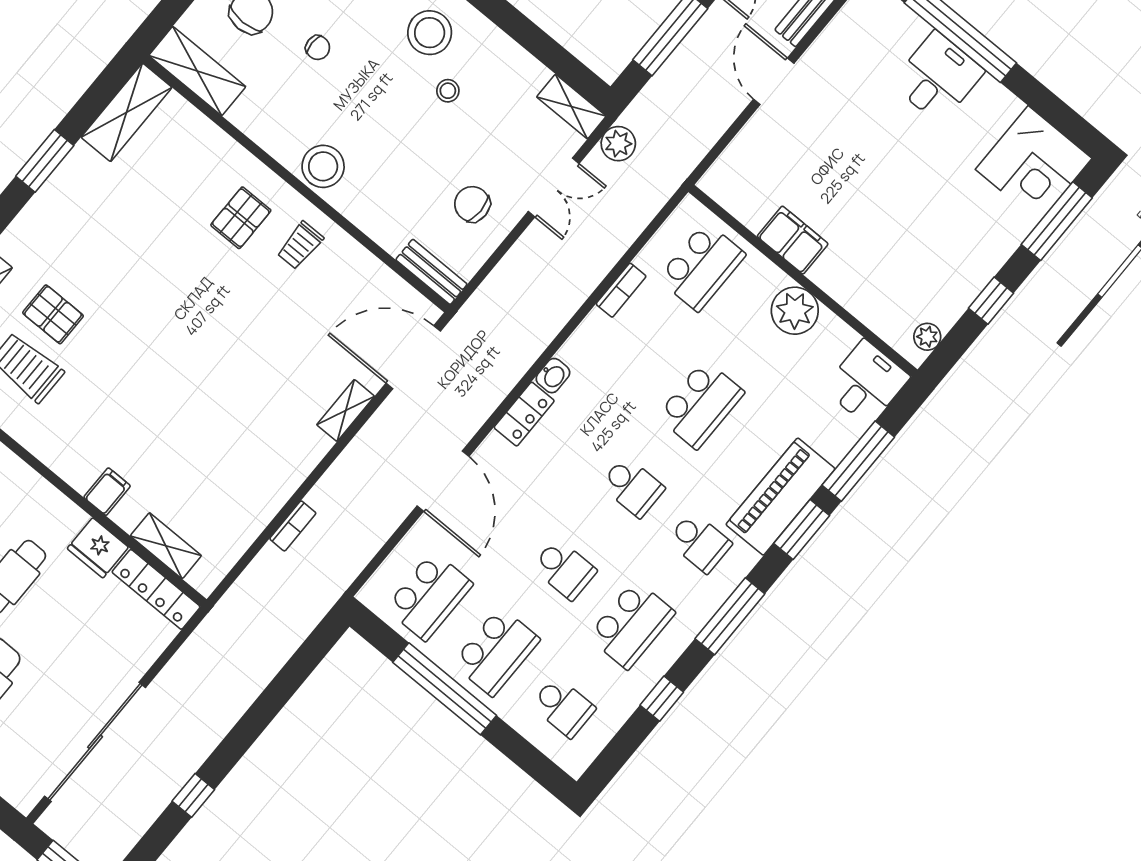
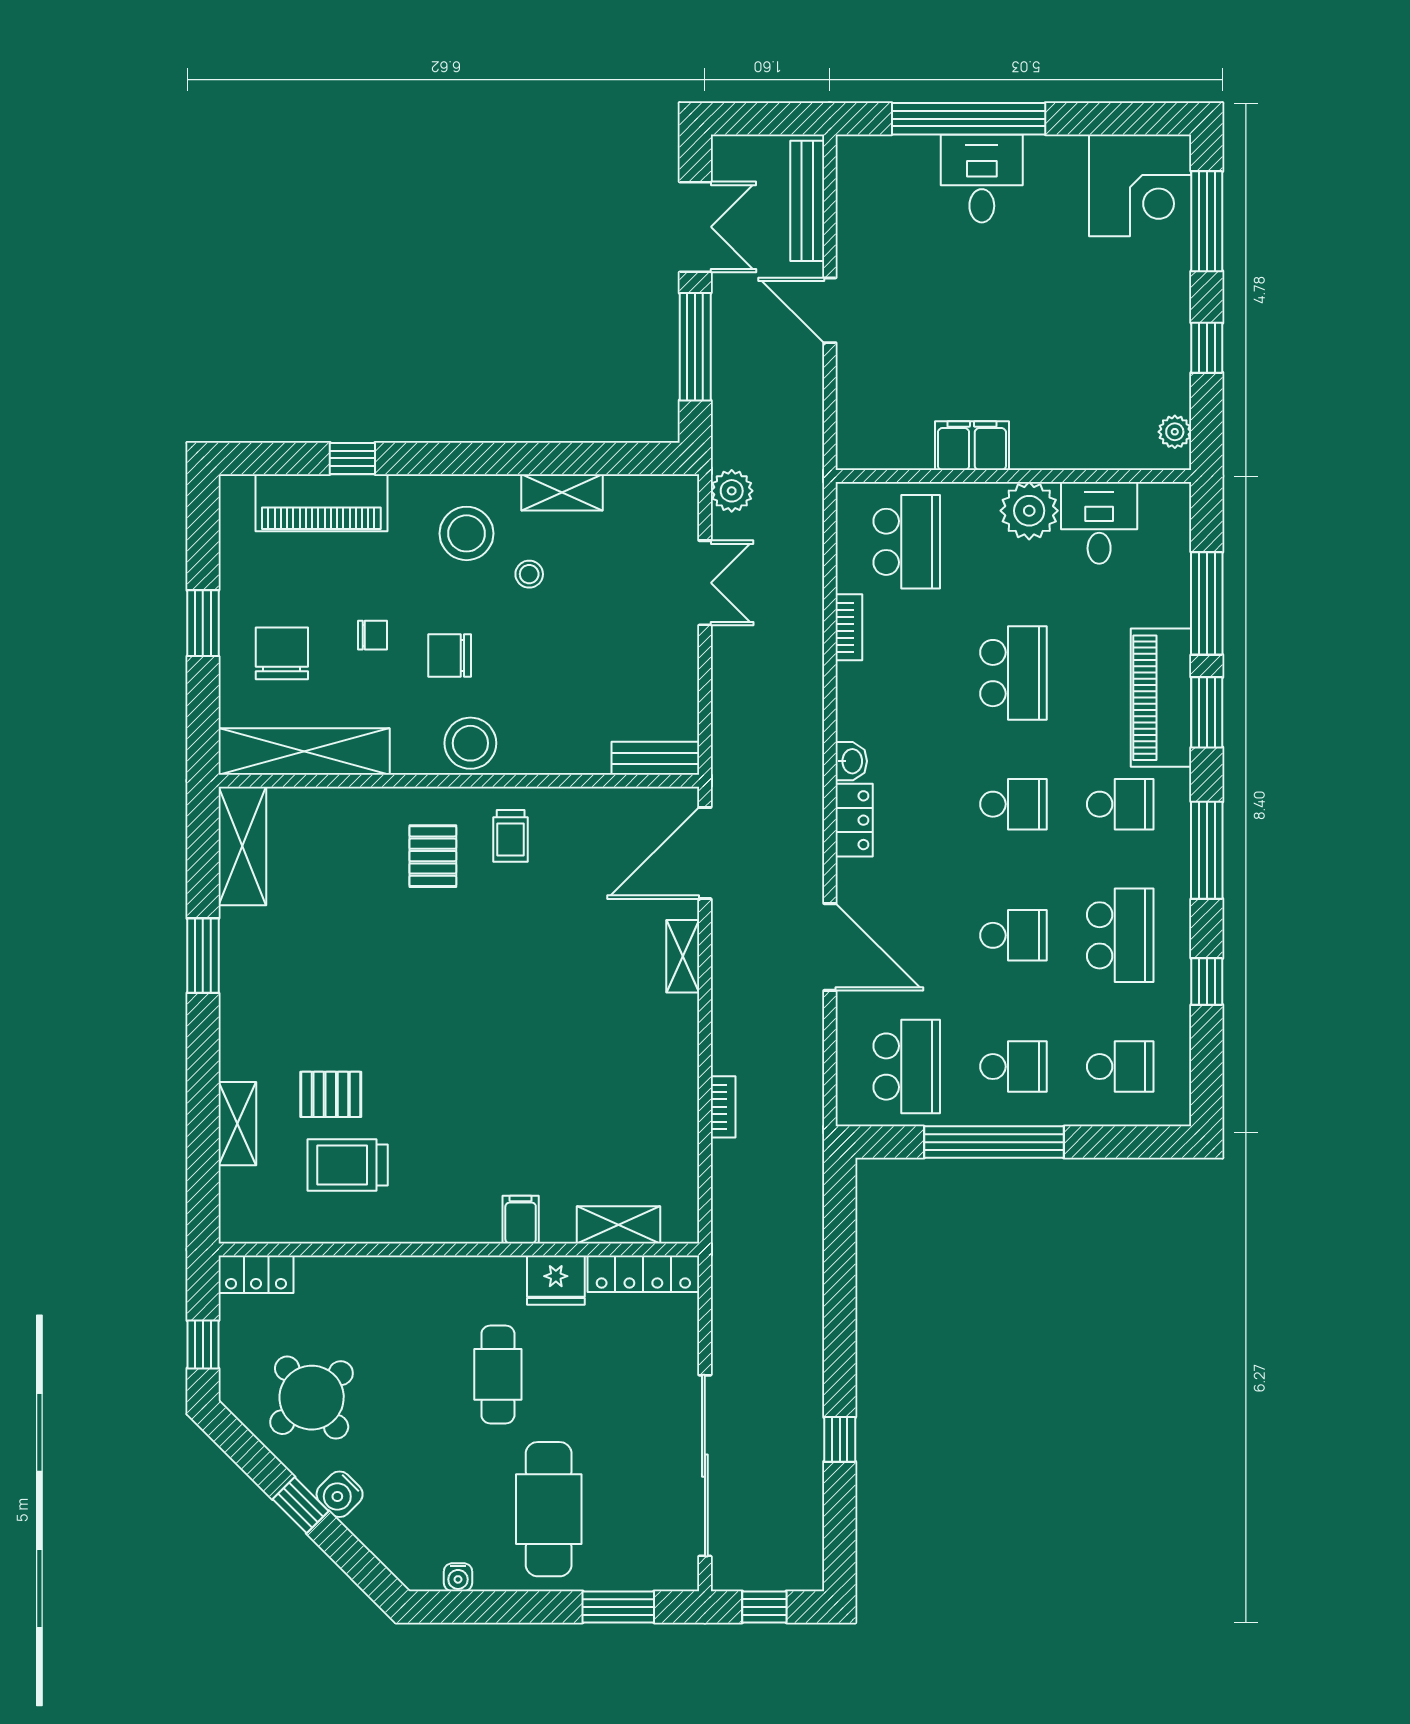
shelving: (197, 71) -> (304, 752), width x1.47
shelving: (571, 107) -> (562, 492), moved
chair: (472, 204) -> (450, 655), moved
desk: (866, 383) -> (1099, 523), moved
school desk: (496, 652) -> (1013, 1067), width x0.54

